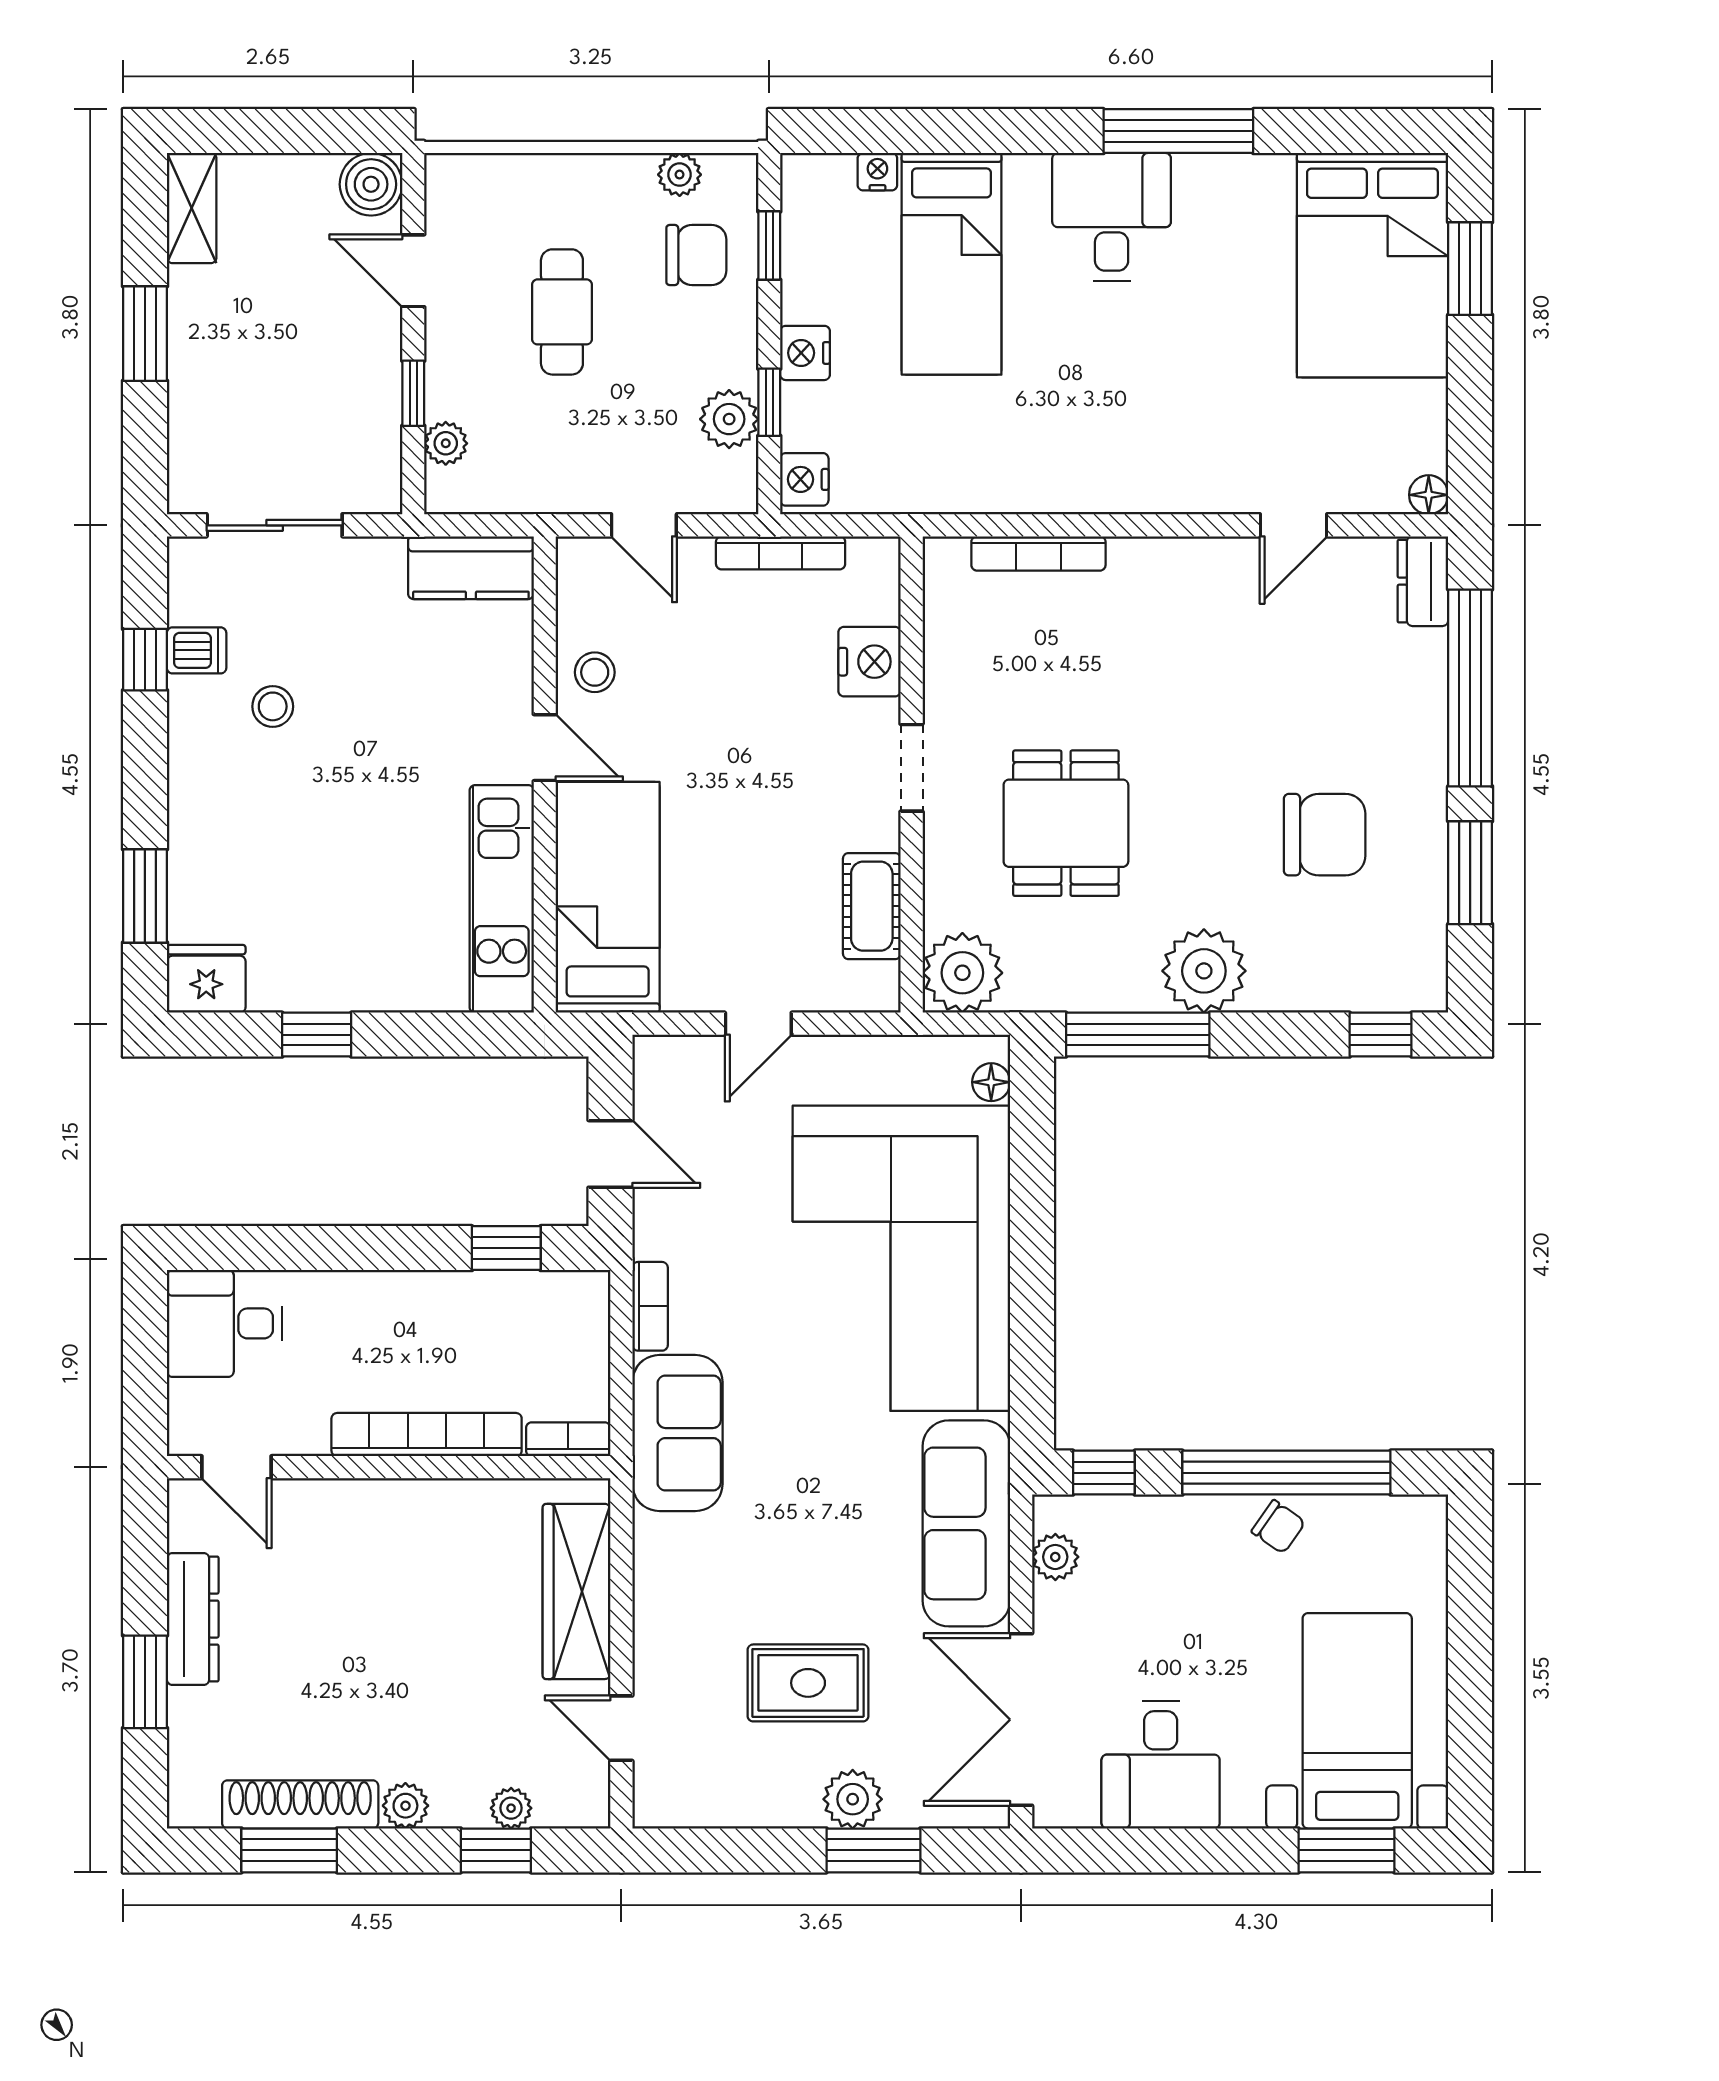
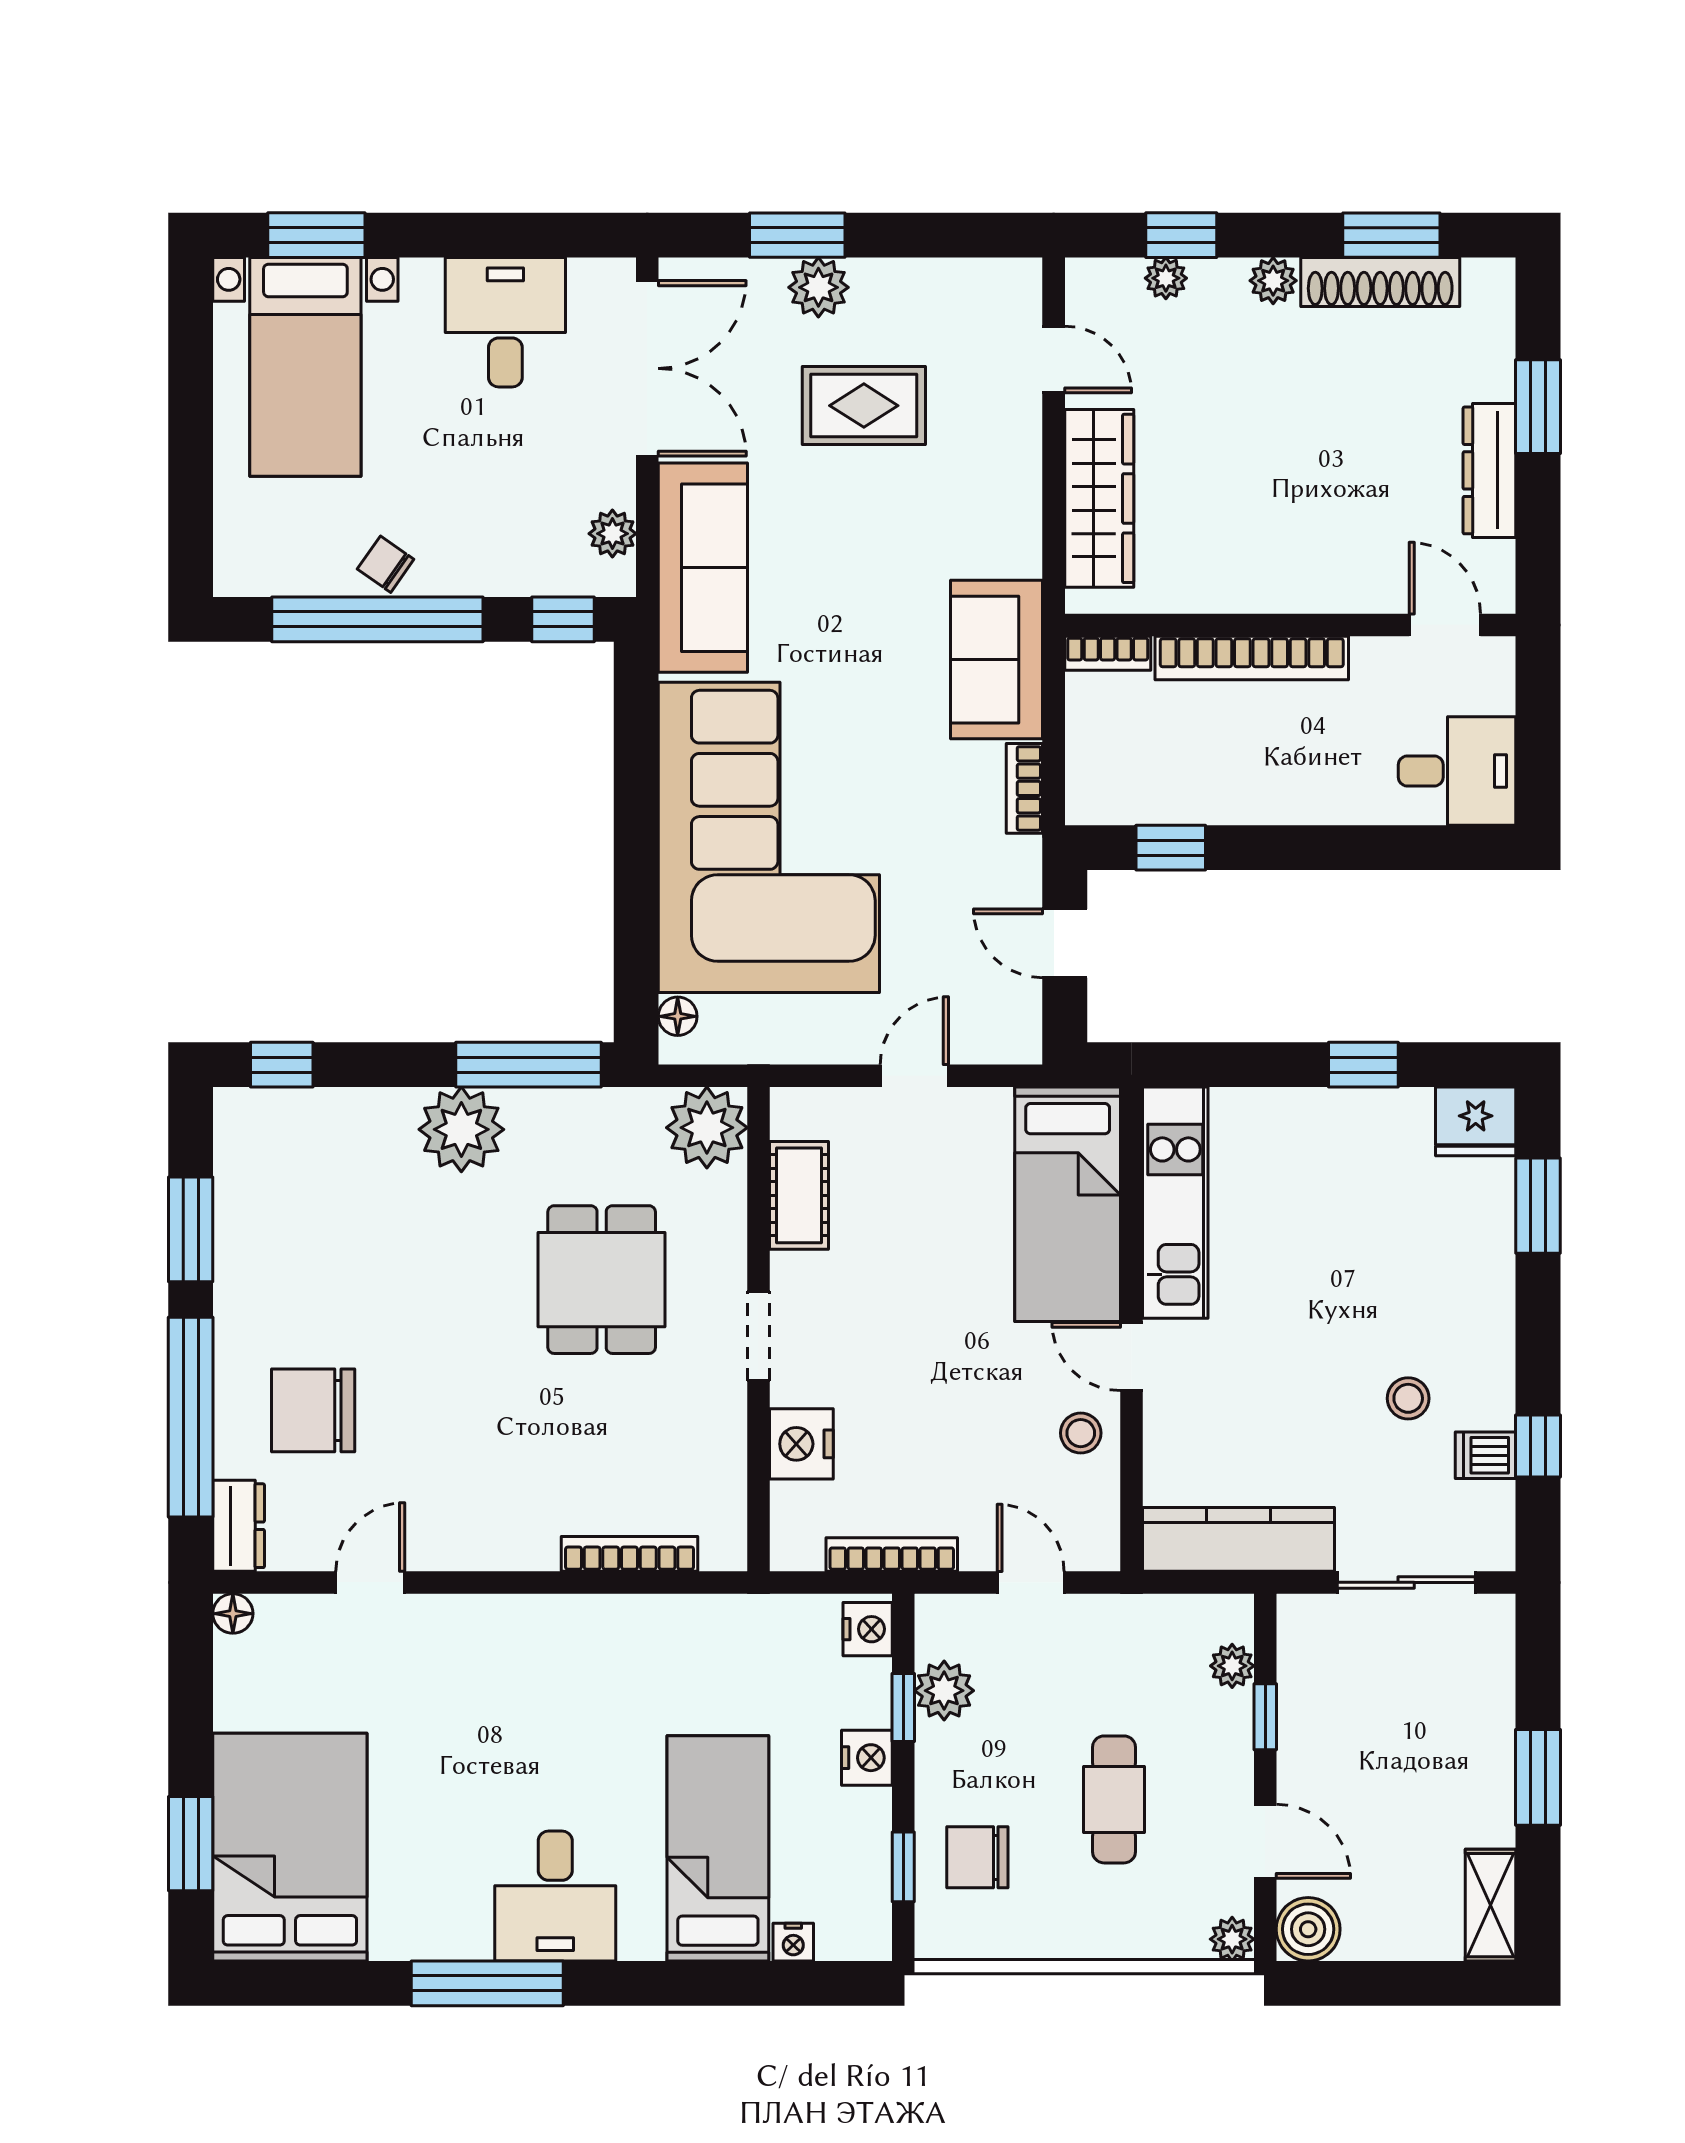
plant: (680, 175) -> (1232, 1939), moved
kitchen counter: (471, 568) -> (1239, 1539), width x1.50
chair: (1325, 835) -> (313, 1410), moved

